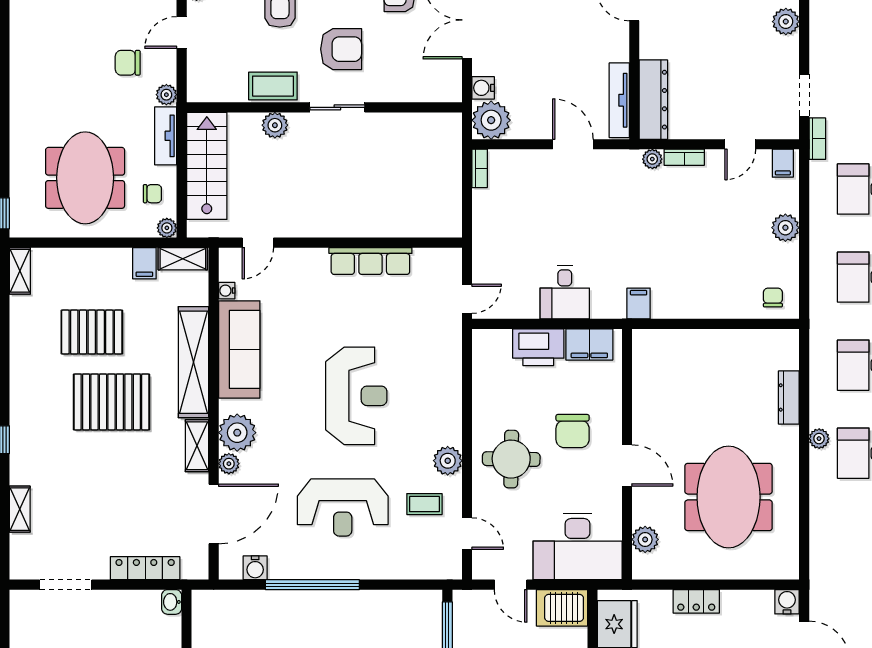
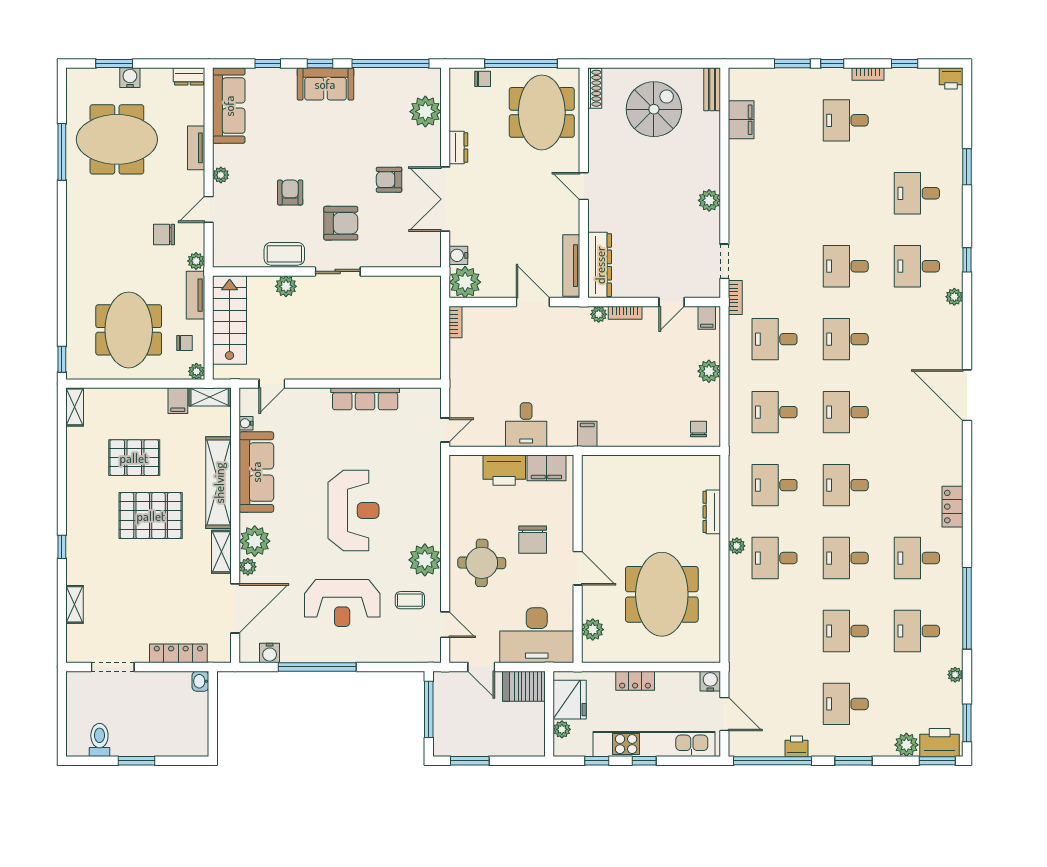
plant: (448, 461) -> (425, 560), width x1.36, depth x1.36

